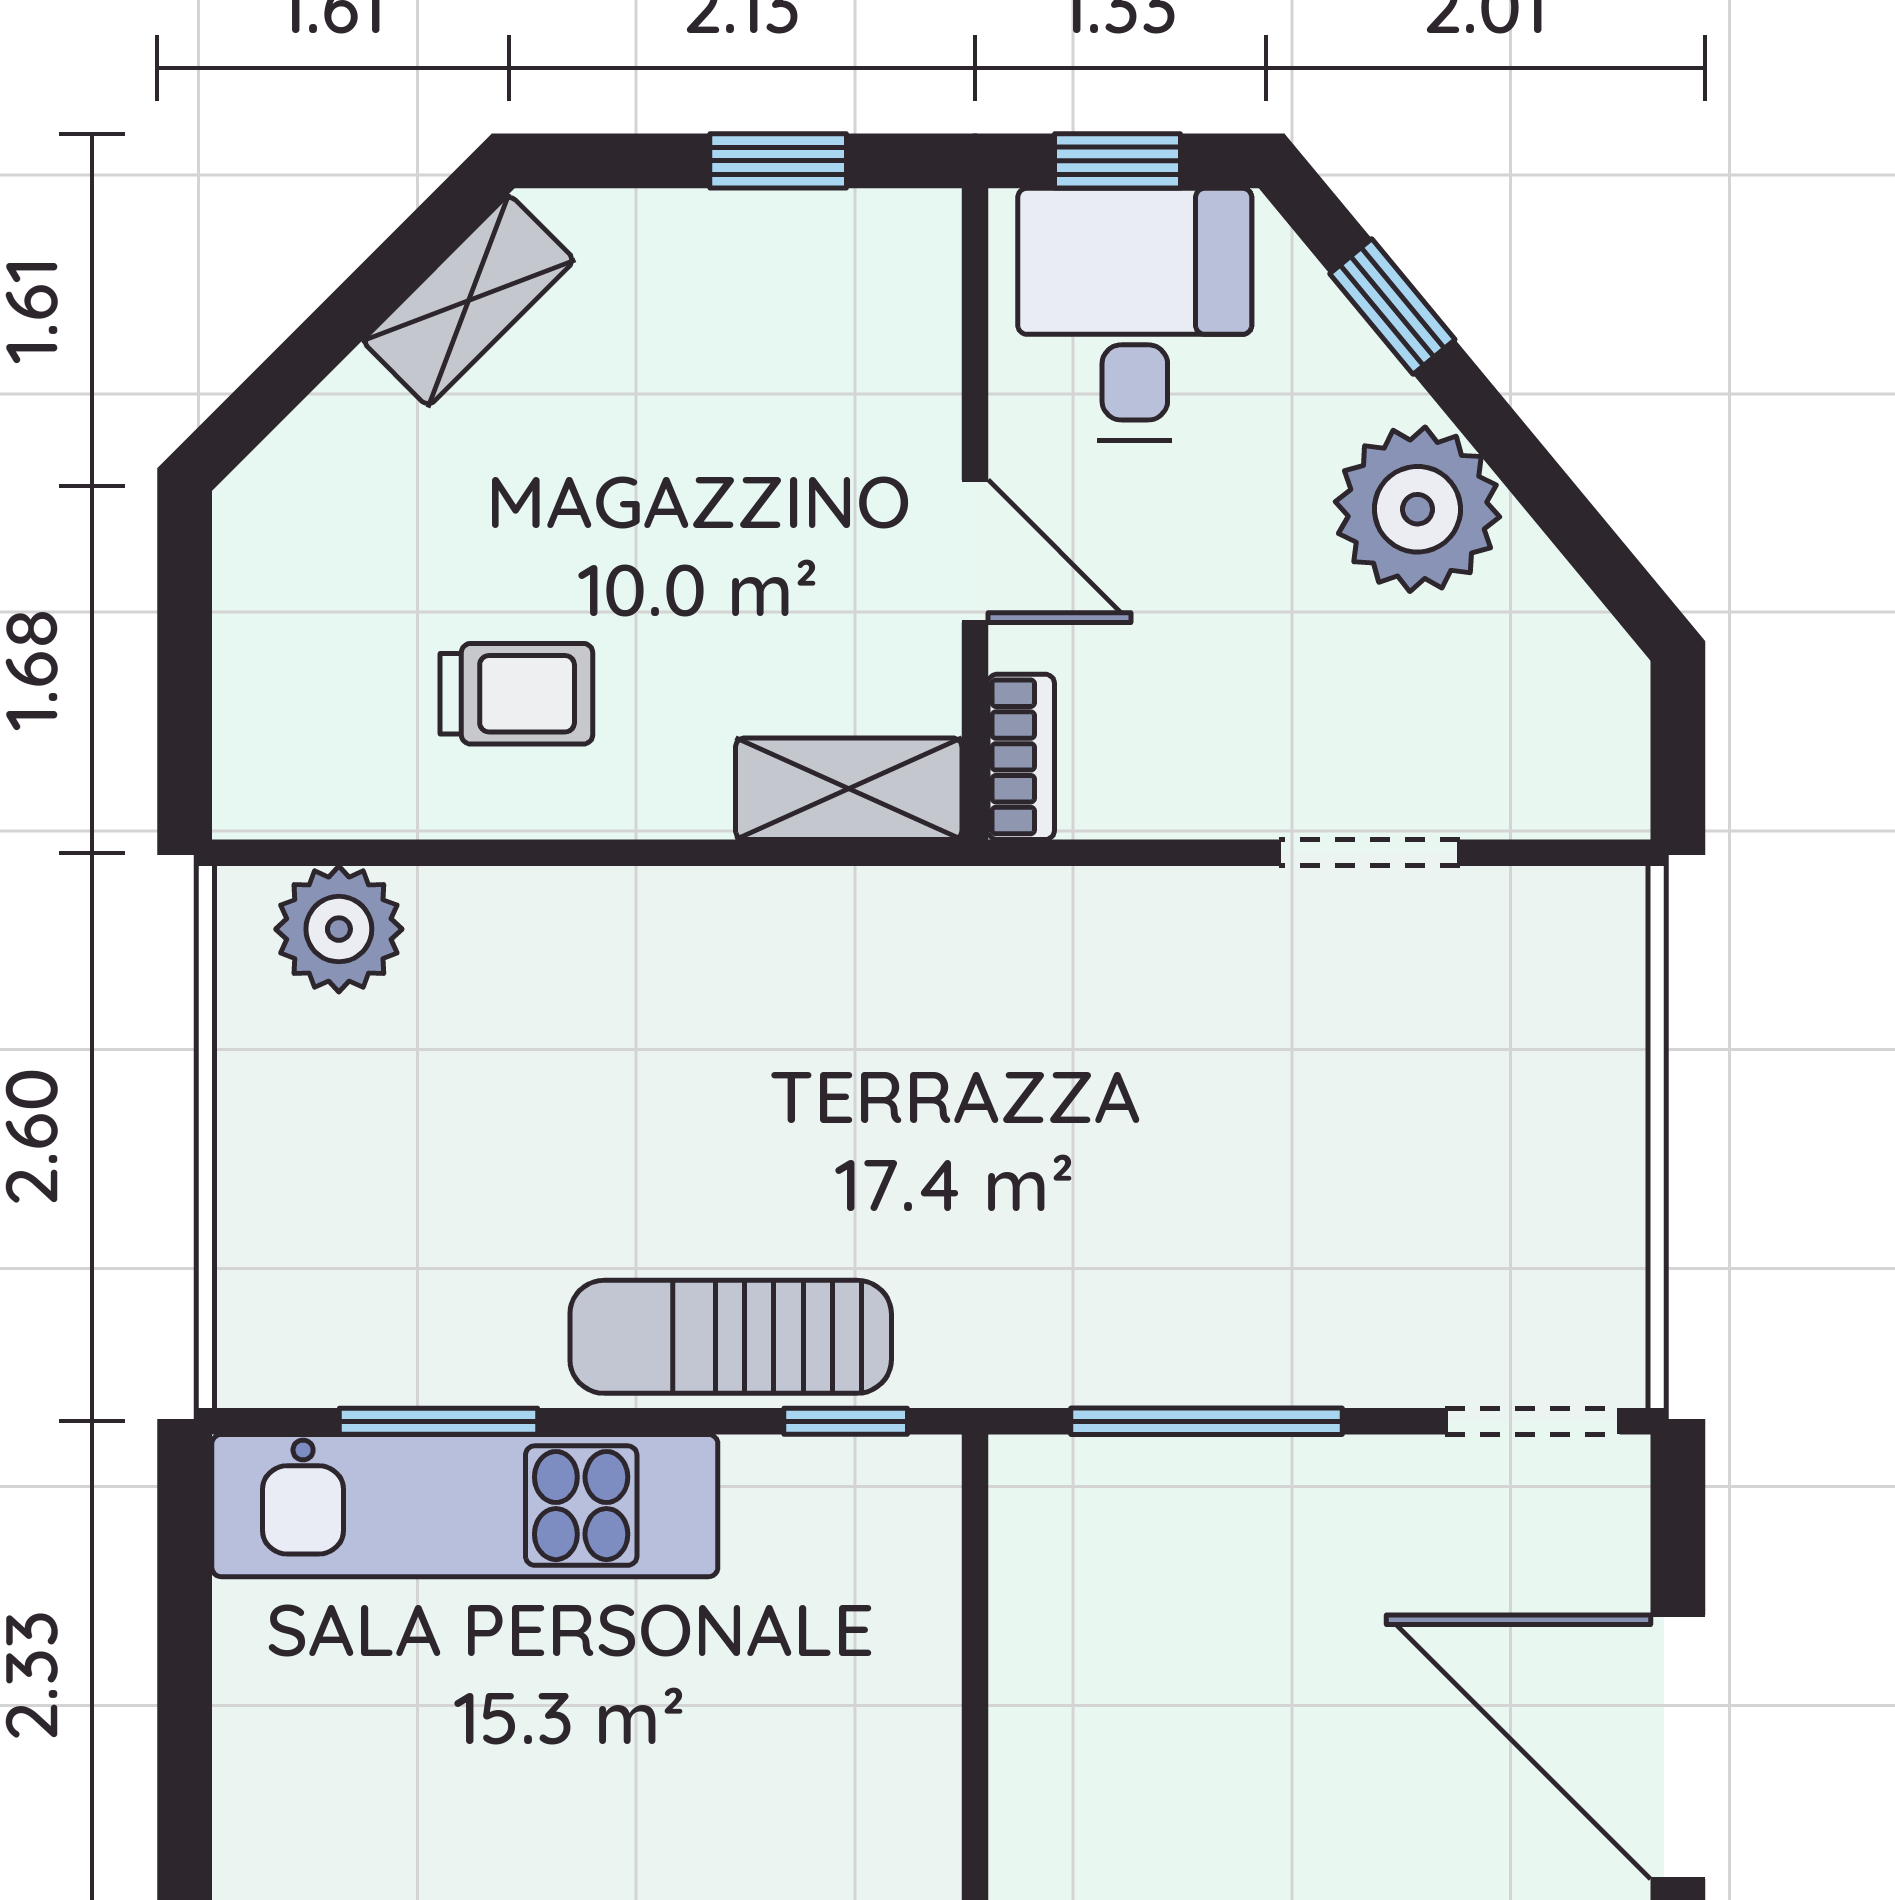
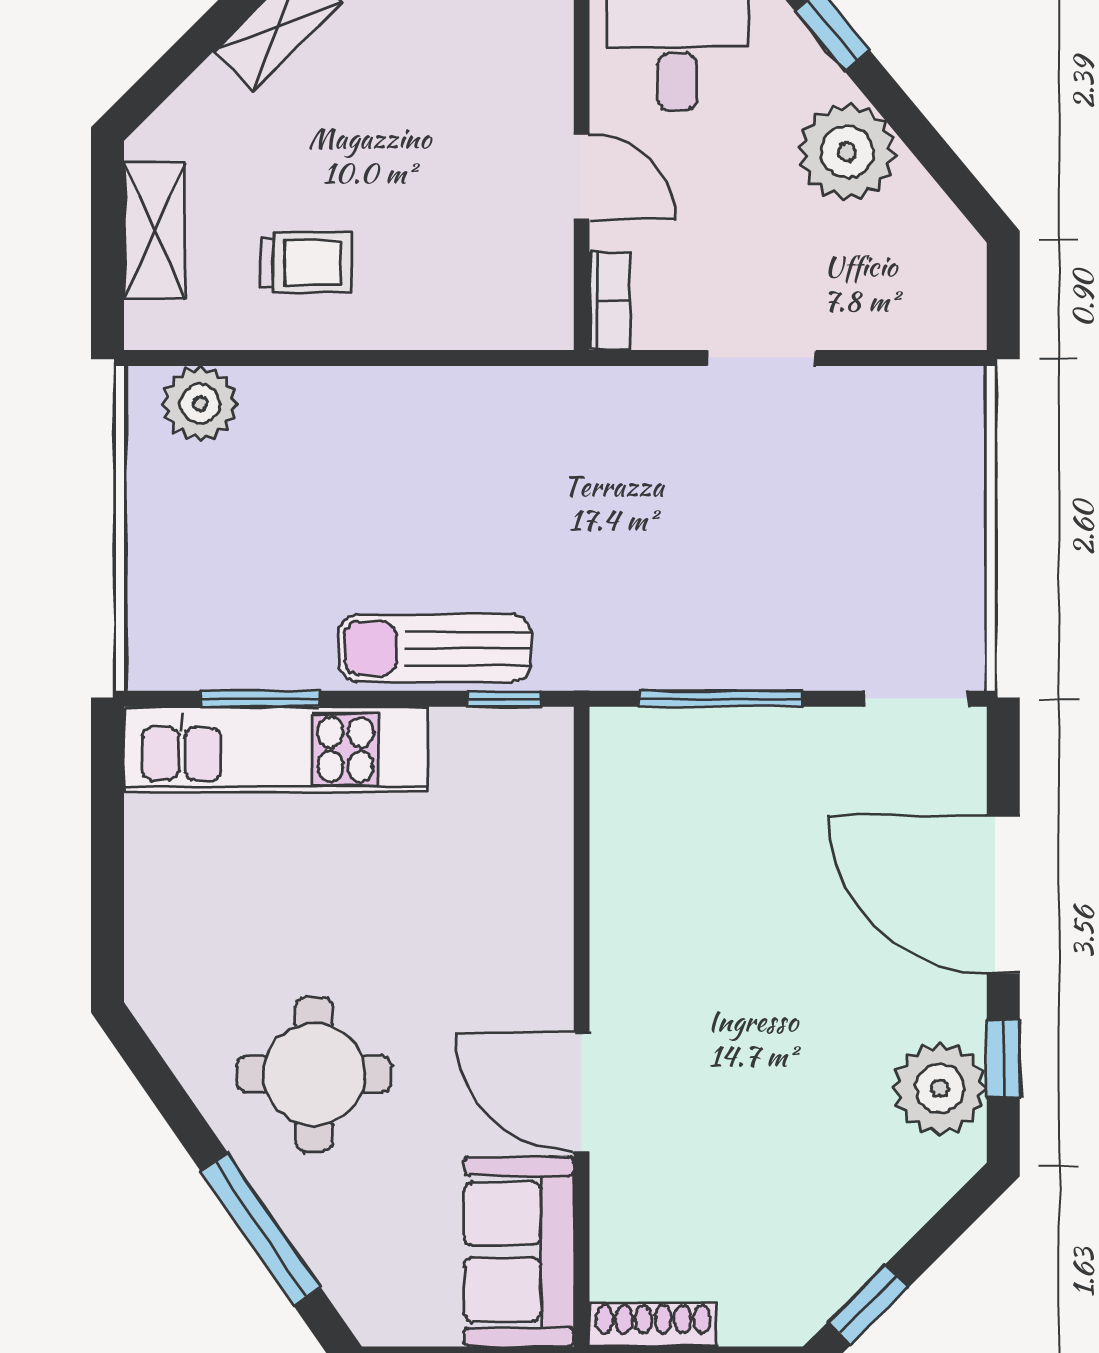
shelving: (849, 789) -> (155, 231), moved, turned 90
doorway: (1369, 853) -> (762, 358), moved

